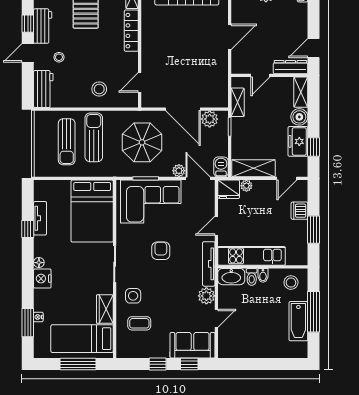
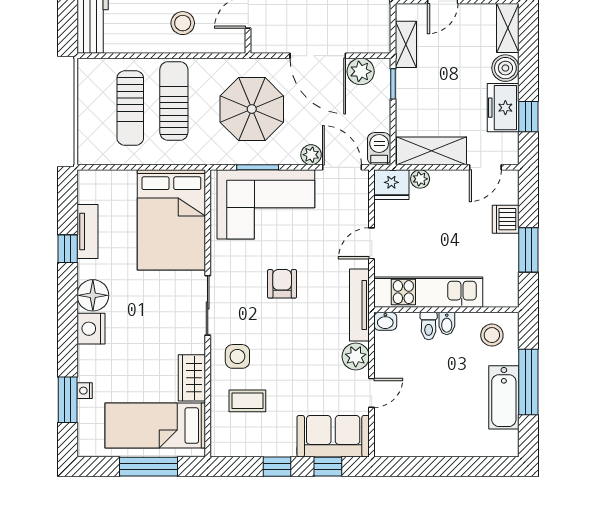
floor lamp: (39, 263) -> (93, 295), width x1.89, depth x1.89
washbasin: (231, 277) -> (385, 321), width x0.52, depth x0.69

